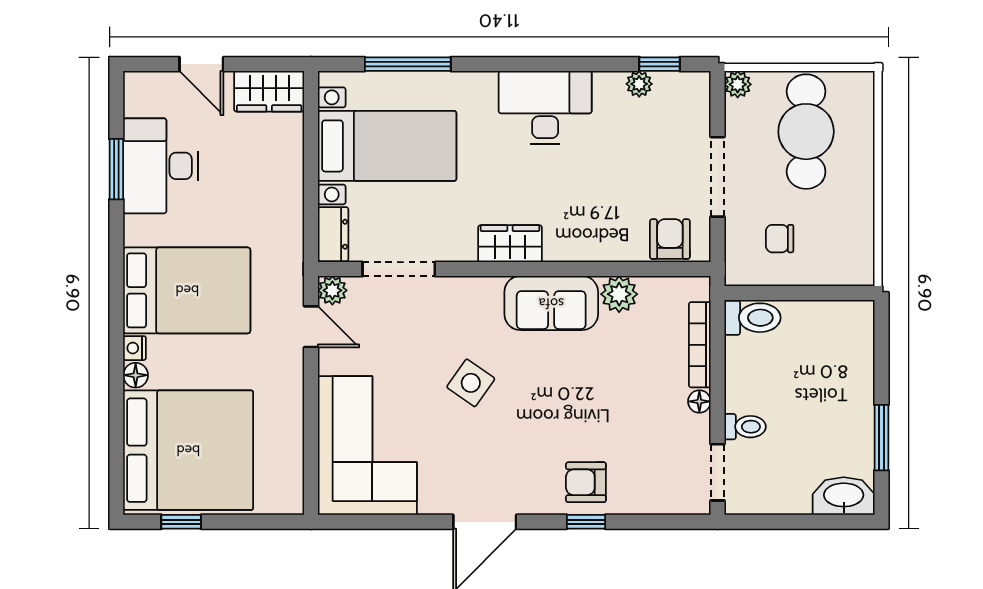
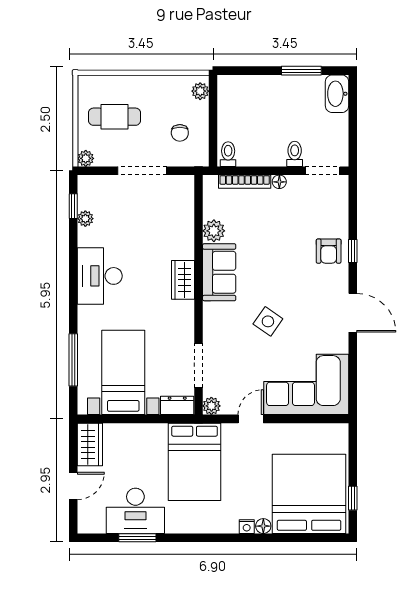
cafe table: (806, 132) -> (114, 117), width x0.73, depth x0.74
armchair: (670, 239) -> (180, 200), removed
wardrobe: (510, 244) -> (183, 280), moved
plant: (848, 272) -> (200, 91), added
bed: (187, 290) -> (195, 462), moved, turned 180
toilet: (753, 318) -> (228, 154), width x0.73, depth x0.72
door: (311, 327) -> (251, 419), moved

